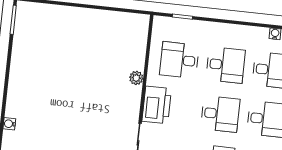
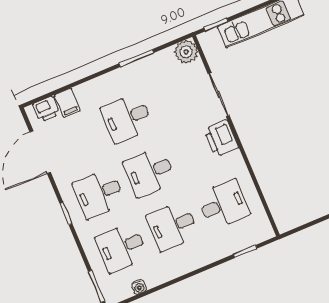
plant: (136, 78) -> (258, 161), removed
printer: (157, 105) -> (221, 138), width x0.73, depth x0.84

